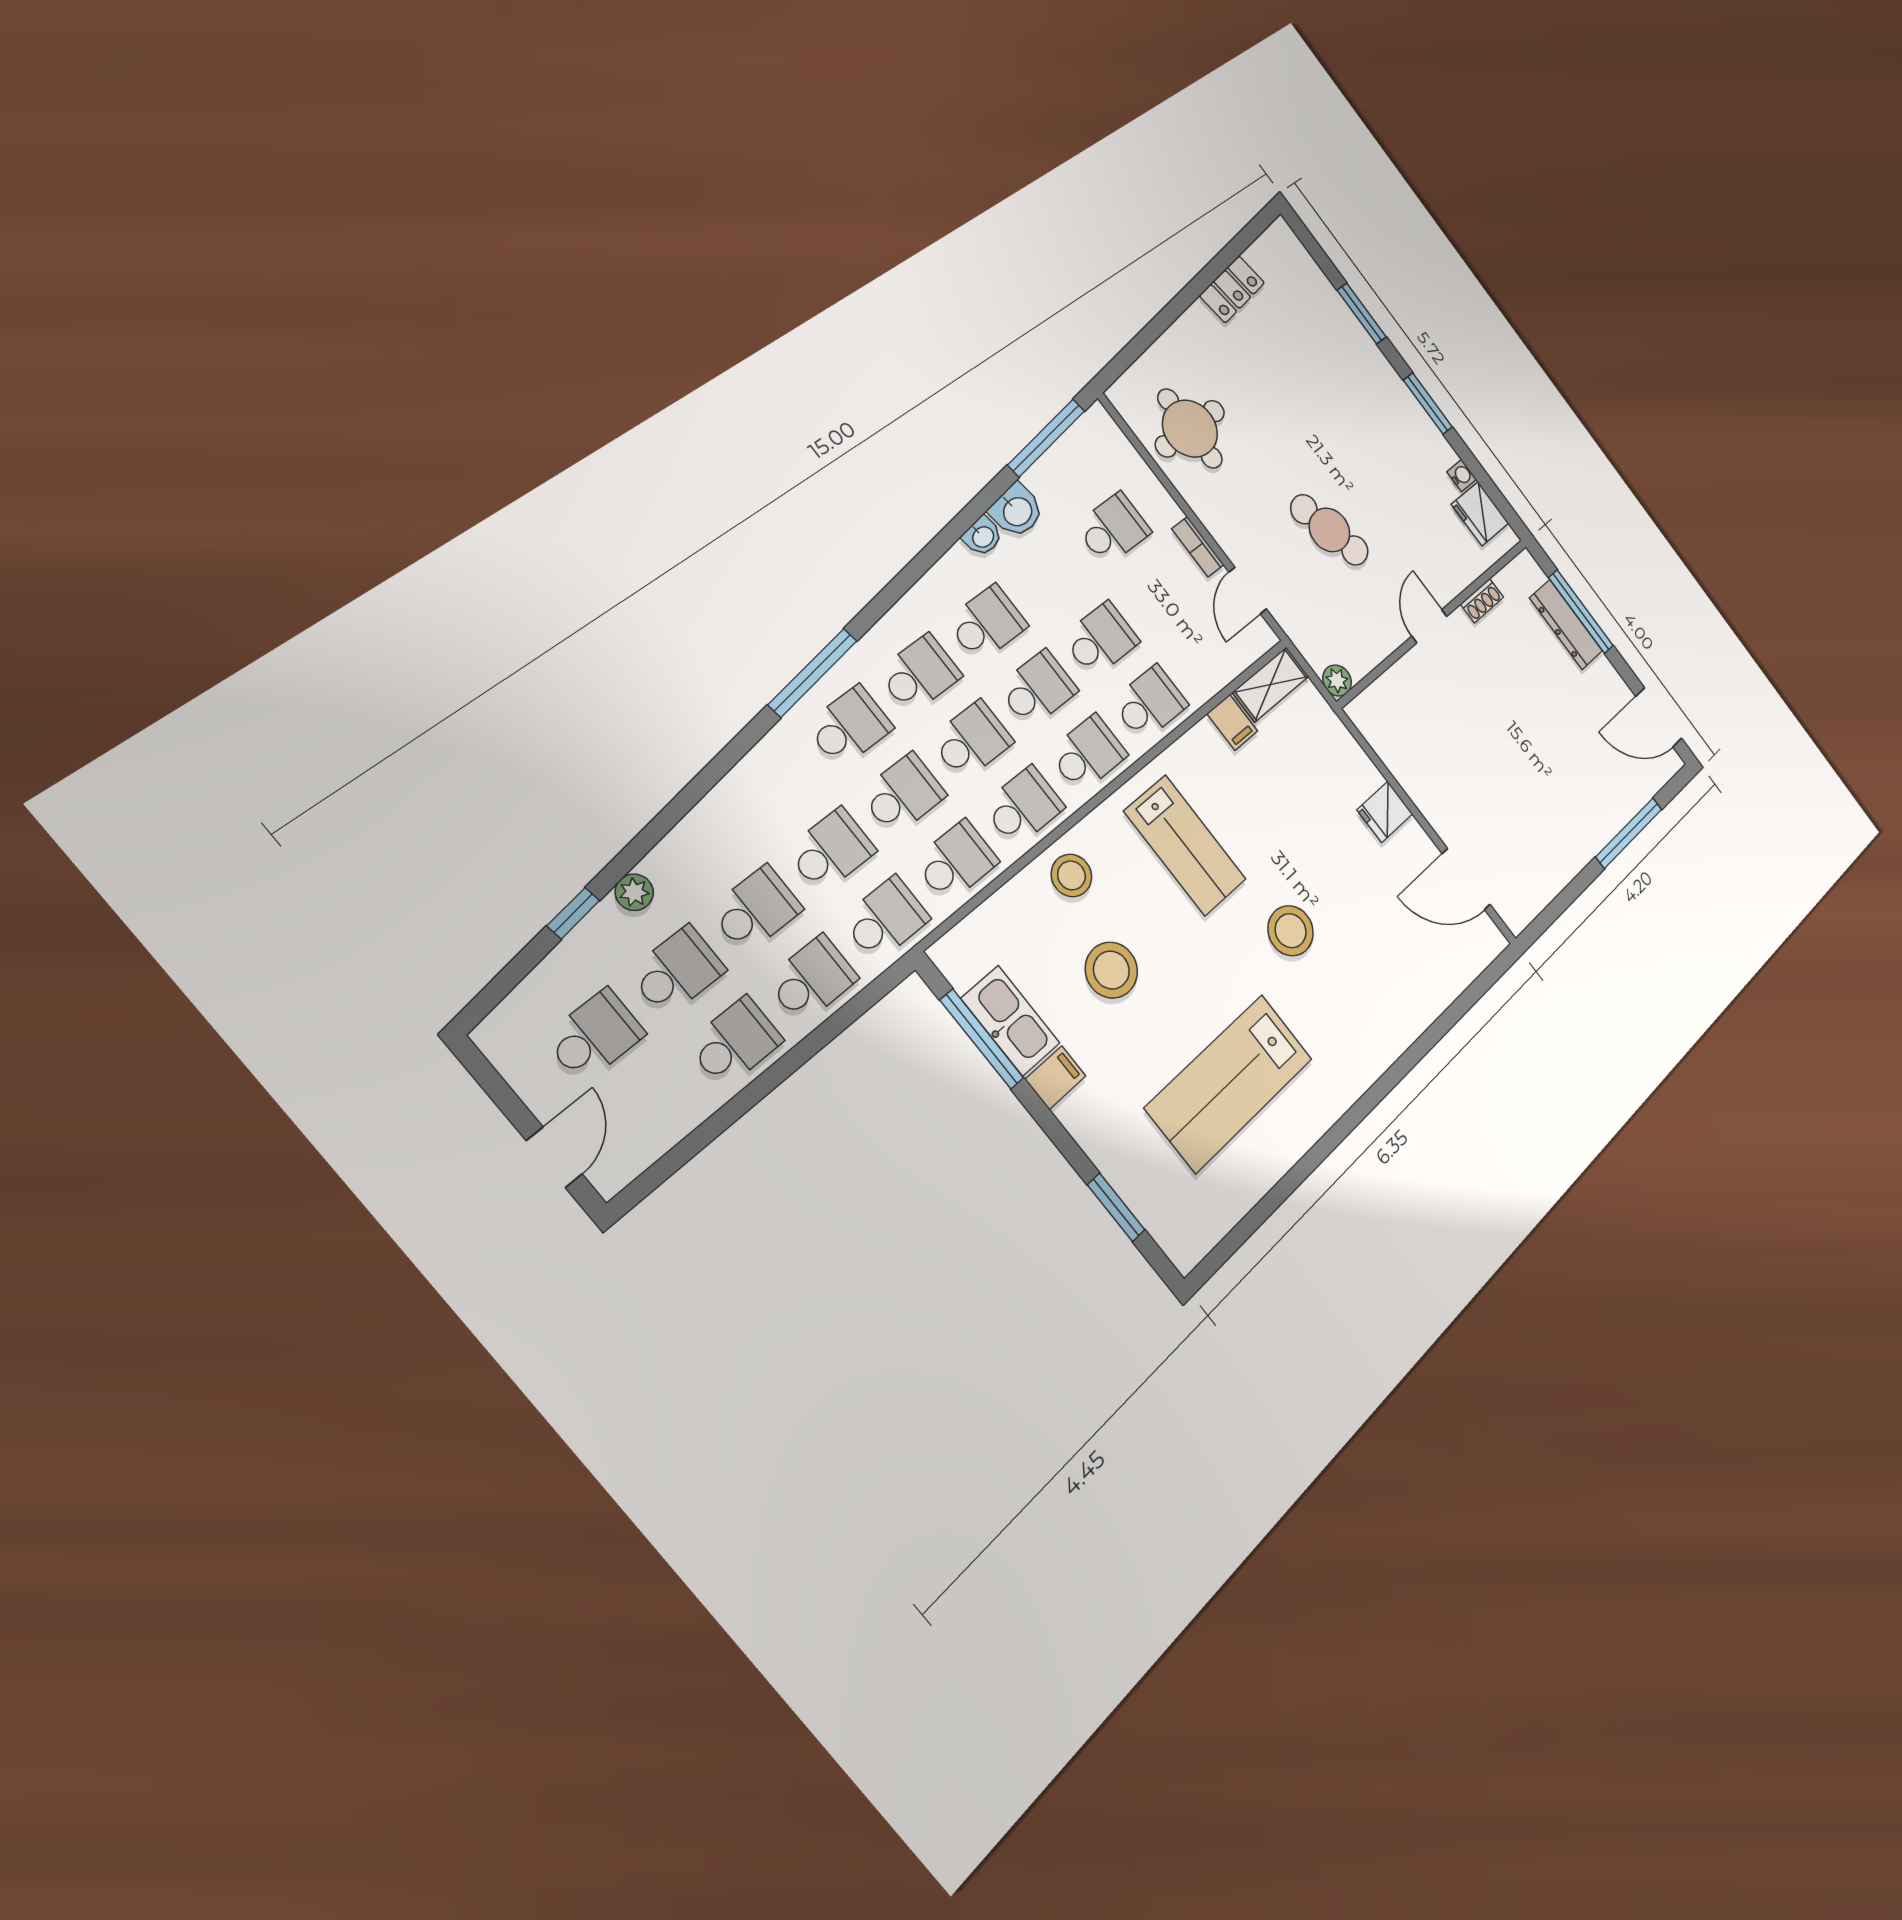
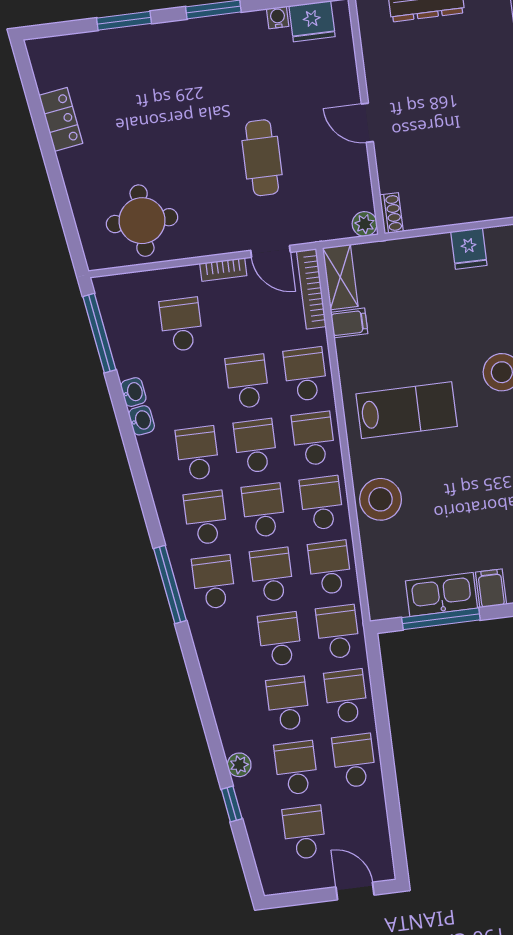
washbasin: (1017, 511) -> (133, 392), width x0.72, depth x0.69
cafe table: (1329, 530) -> (262, 158), turned -73
shoe rack: (1482, 601) -> (391, 213), moved
bookcase: (1239, 658) -> (311, 289), added
stool: (1071, 875) -> (381, 499), width x1.38, depth x1.38
stool: (1111, 970) -> (452, 511), removed

